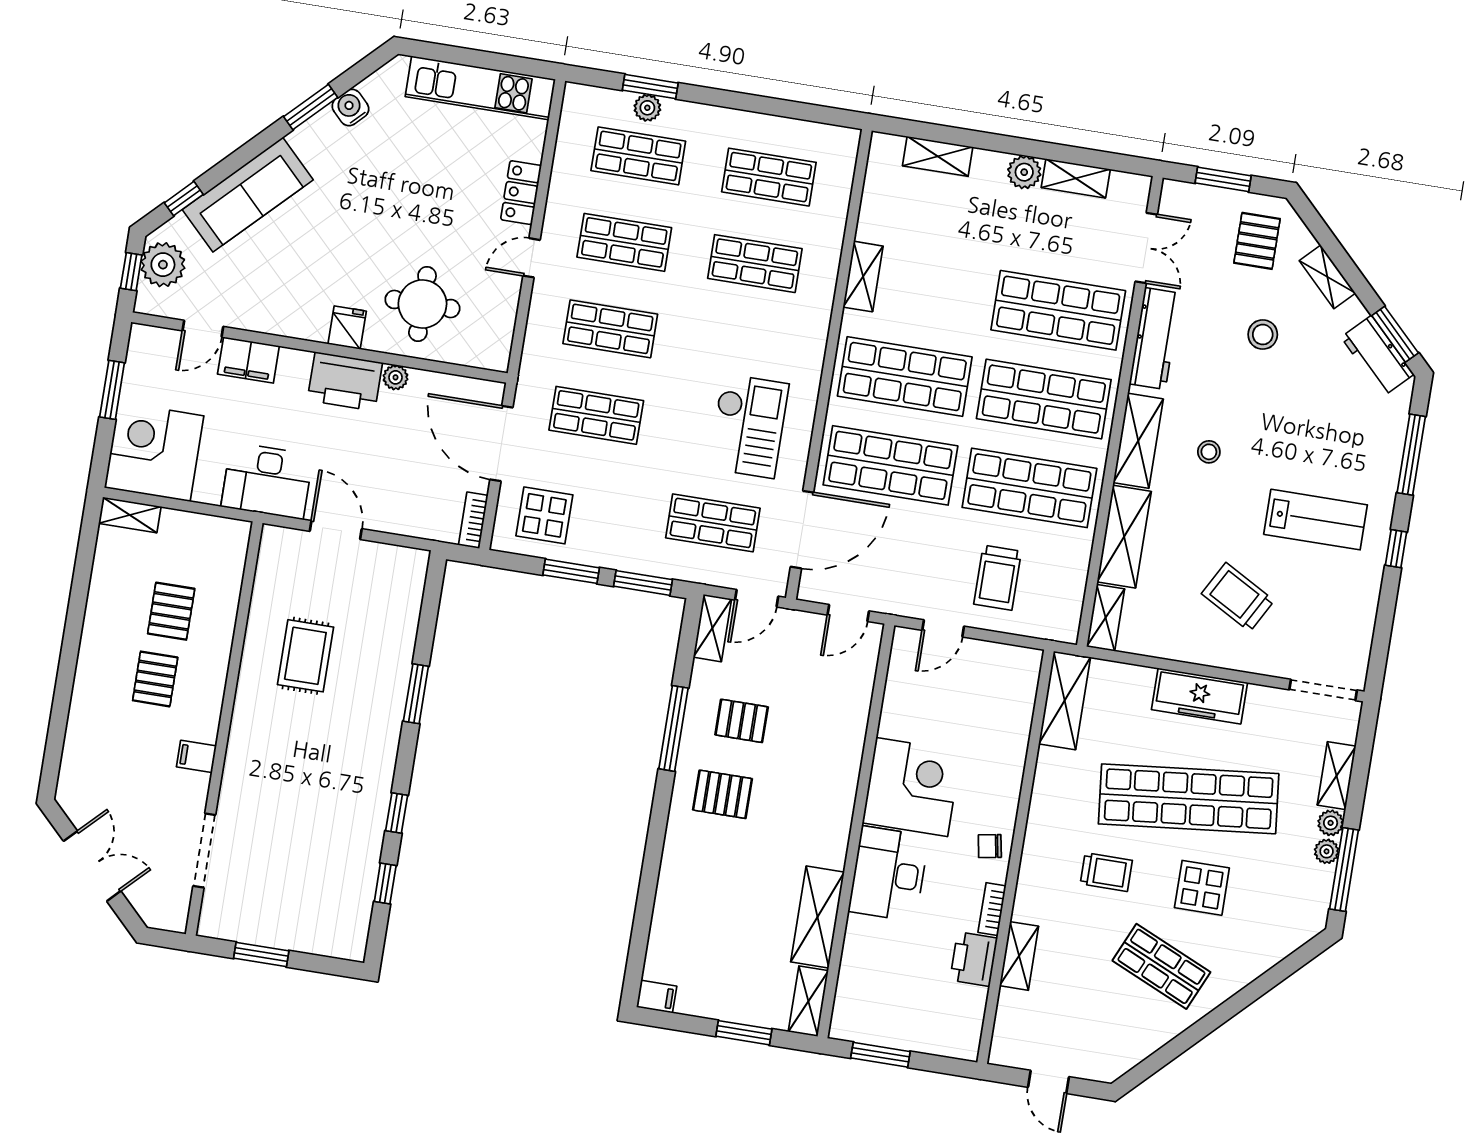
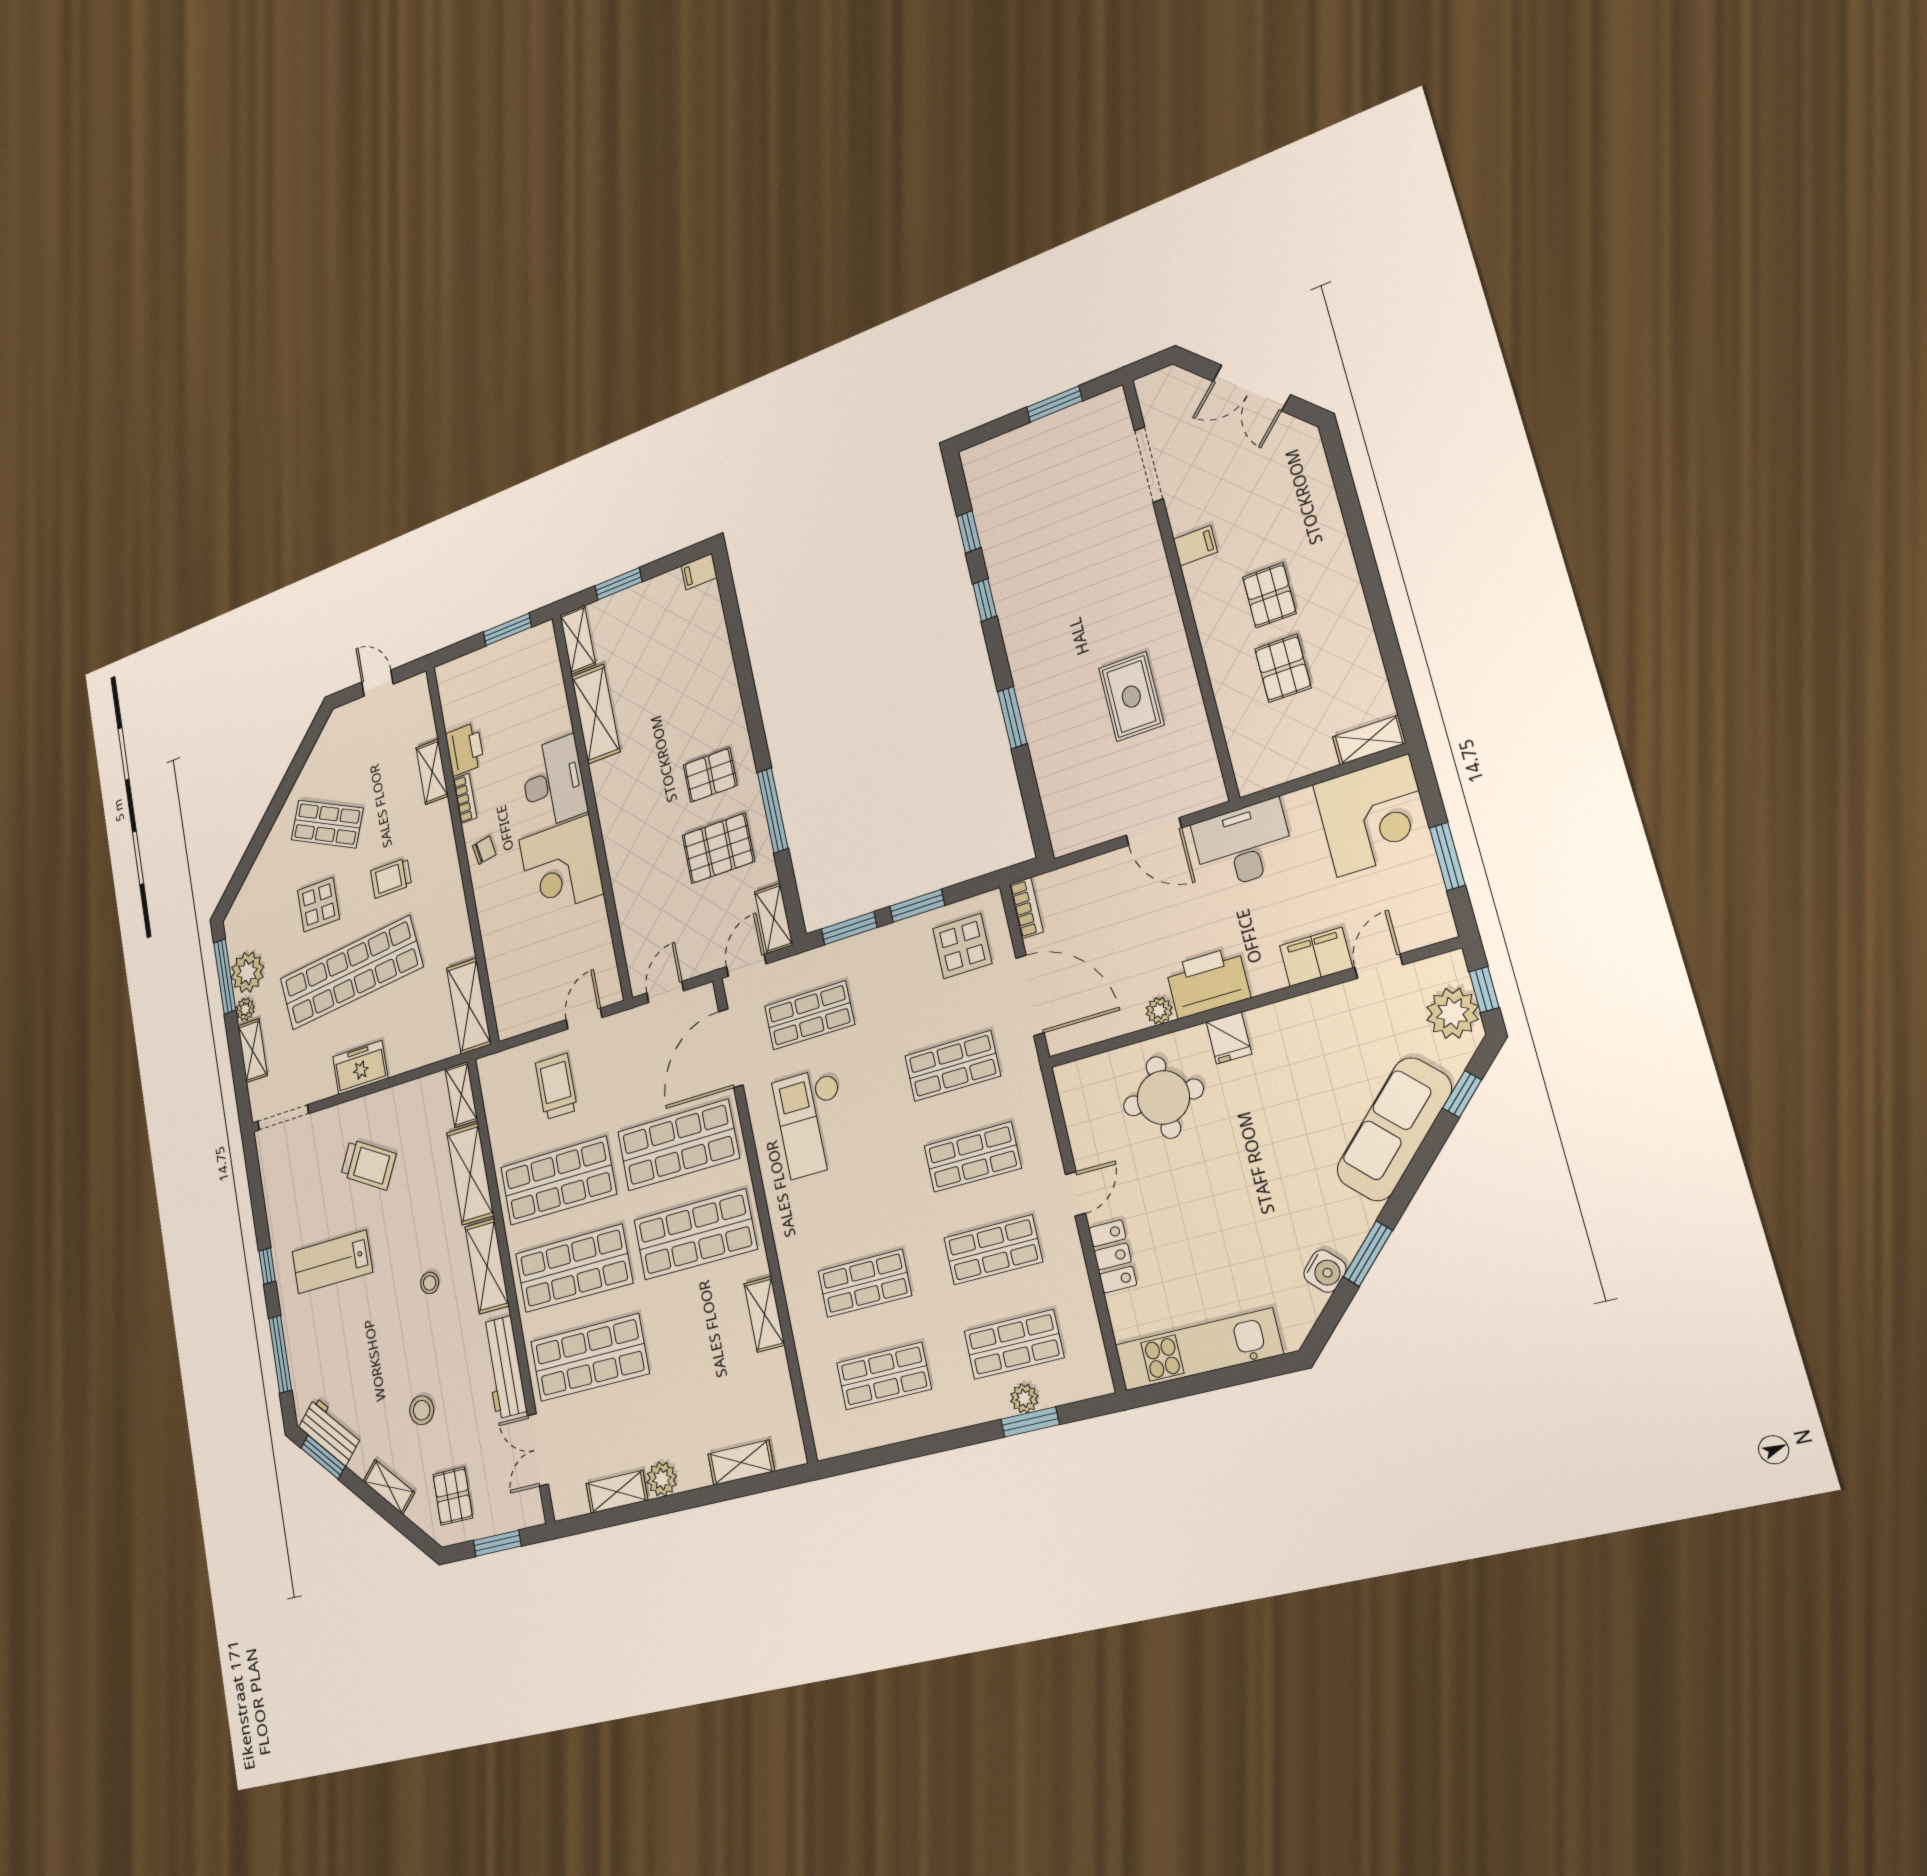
freezer: (1199, 696) -> (360, 1067), width x0.71
pallet: (742, 721) -> (718, 848), width x1.50, depth x1.42
plant: (1327, 851) -> (247, 972), width x1.87, depth x1.87

